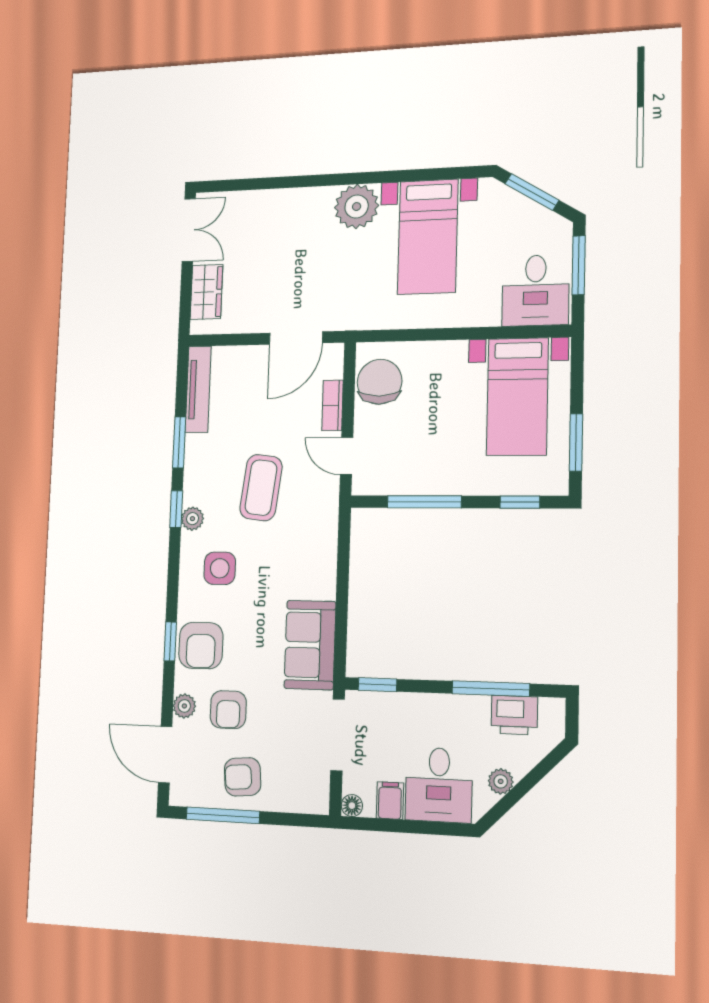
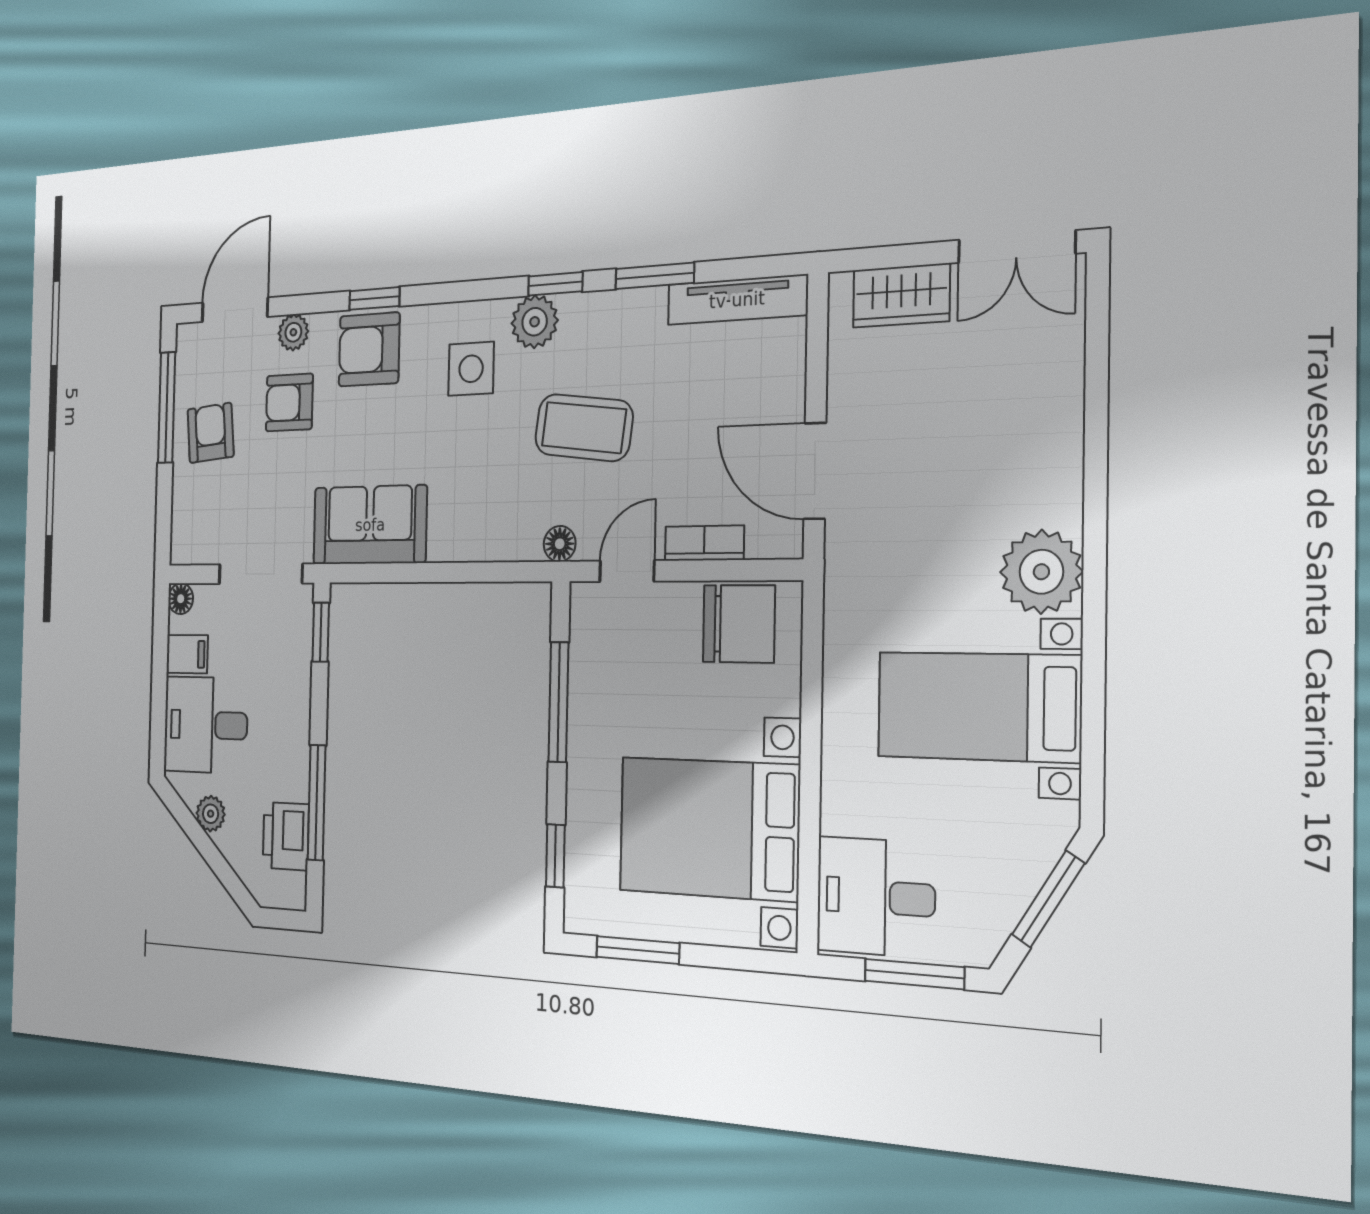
bed with nightstands: (517, 397) -> (709, 828), width x1.36
floor lamp: (328, 503) -> (560, 544), added
plant: (192, 519) -> (535, 322), width x1.38, depth x1.38

